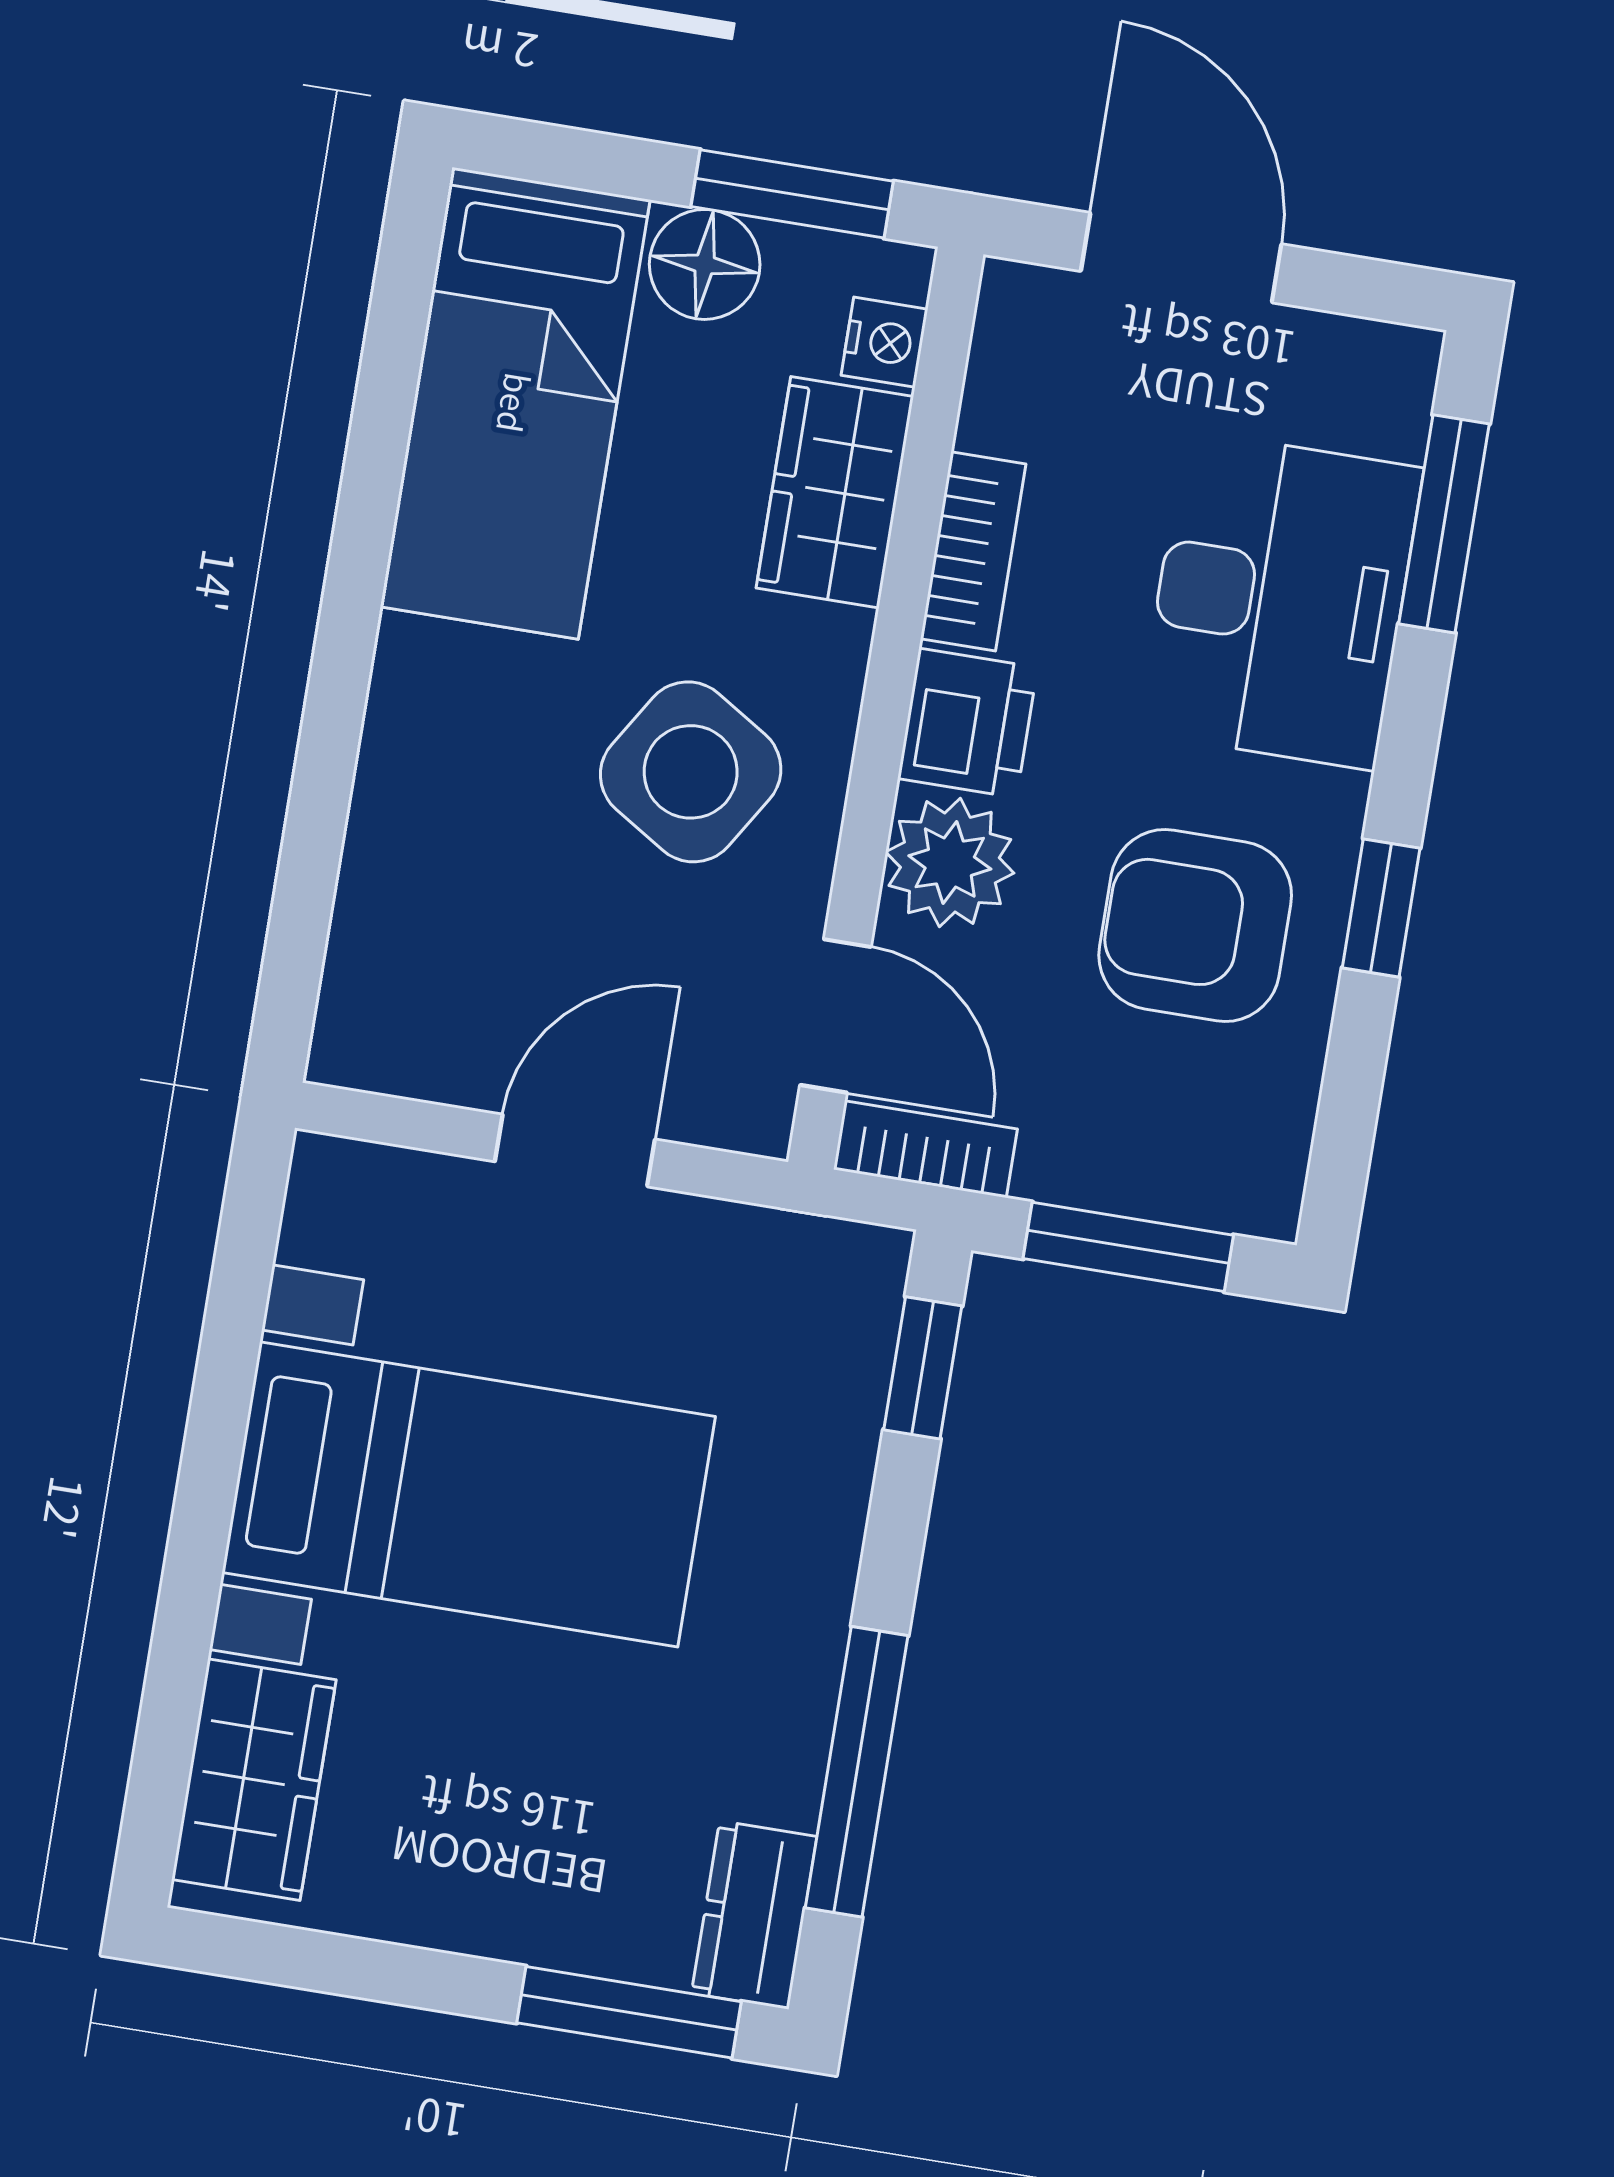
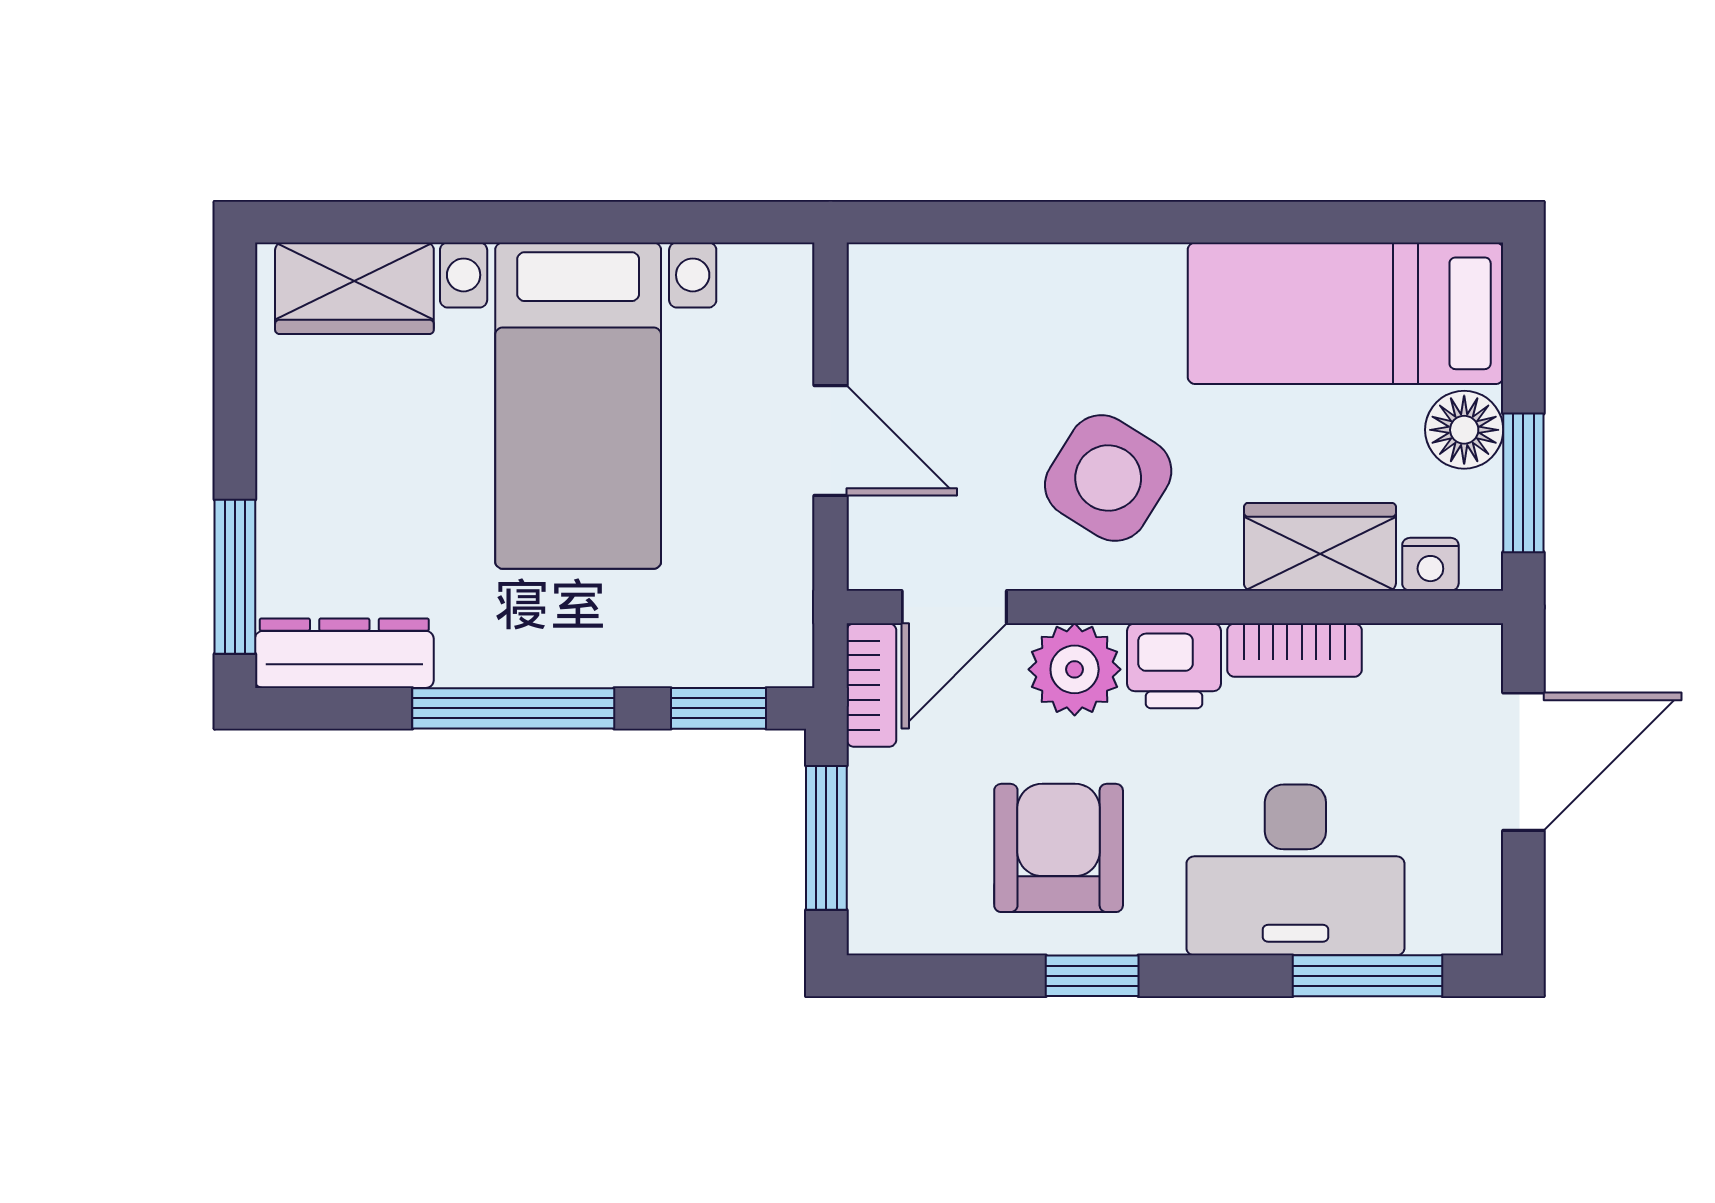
window: (857, 1772) -> (513, 708), moved
dresser: (754, 1915) -> (344, 653), width x1.44

